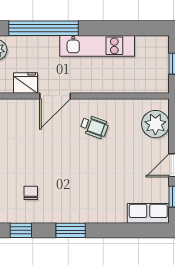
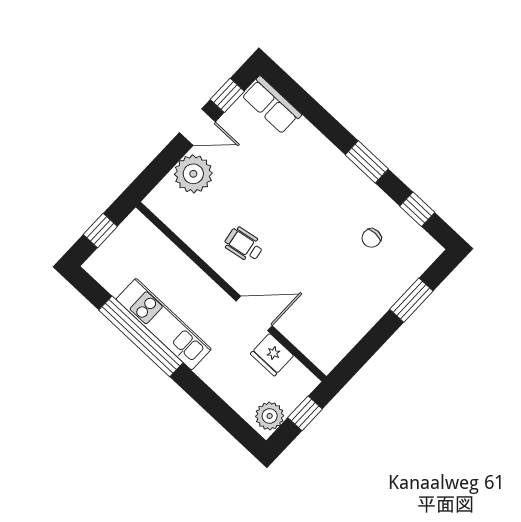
window: (43, 28) -> (141, 336), moved
plant: (155, 124) -> (193, 174), moved
wheelchair: (94, 127) -> (244, 245), turned -30

